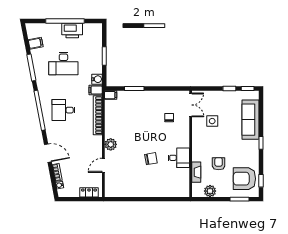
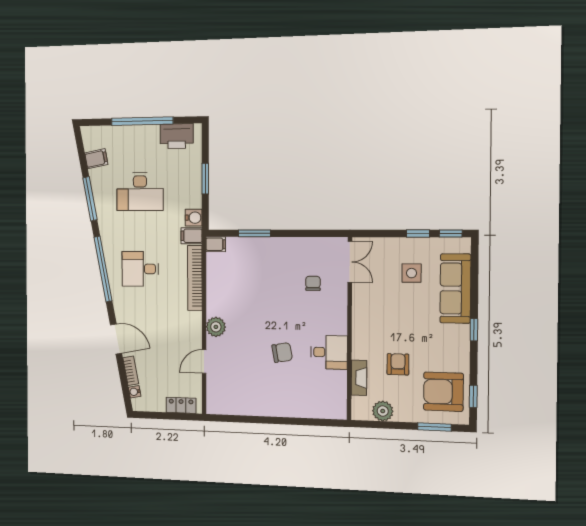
printer: (72, 30) -> (177, 136), moved
side table: (212, 121) -> (412, 273), moved

